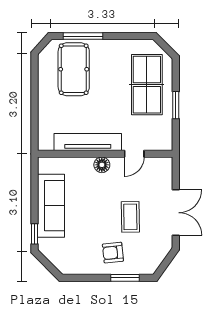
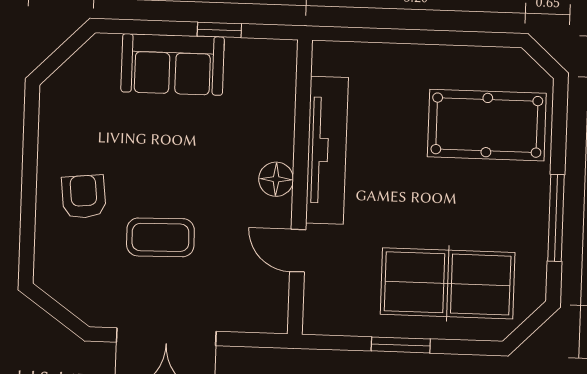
window: (83, 36) -> (556, 218), moved
sofa: (51, 206) -> (173, 64), width x0.73
window: (34, 234) -> (219, 30), moved
window: (125, 278) -> (28, 221), removed

